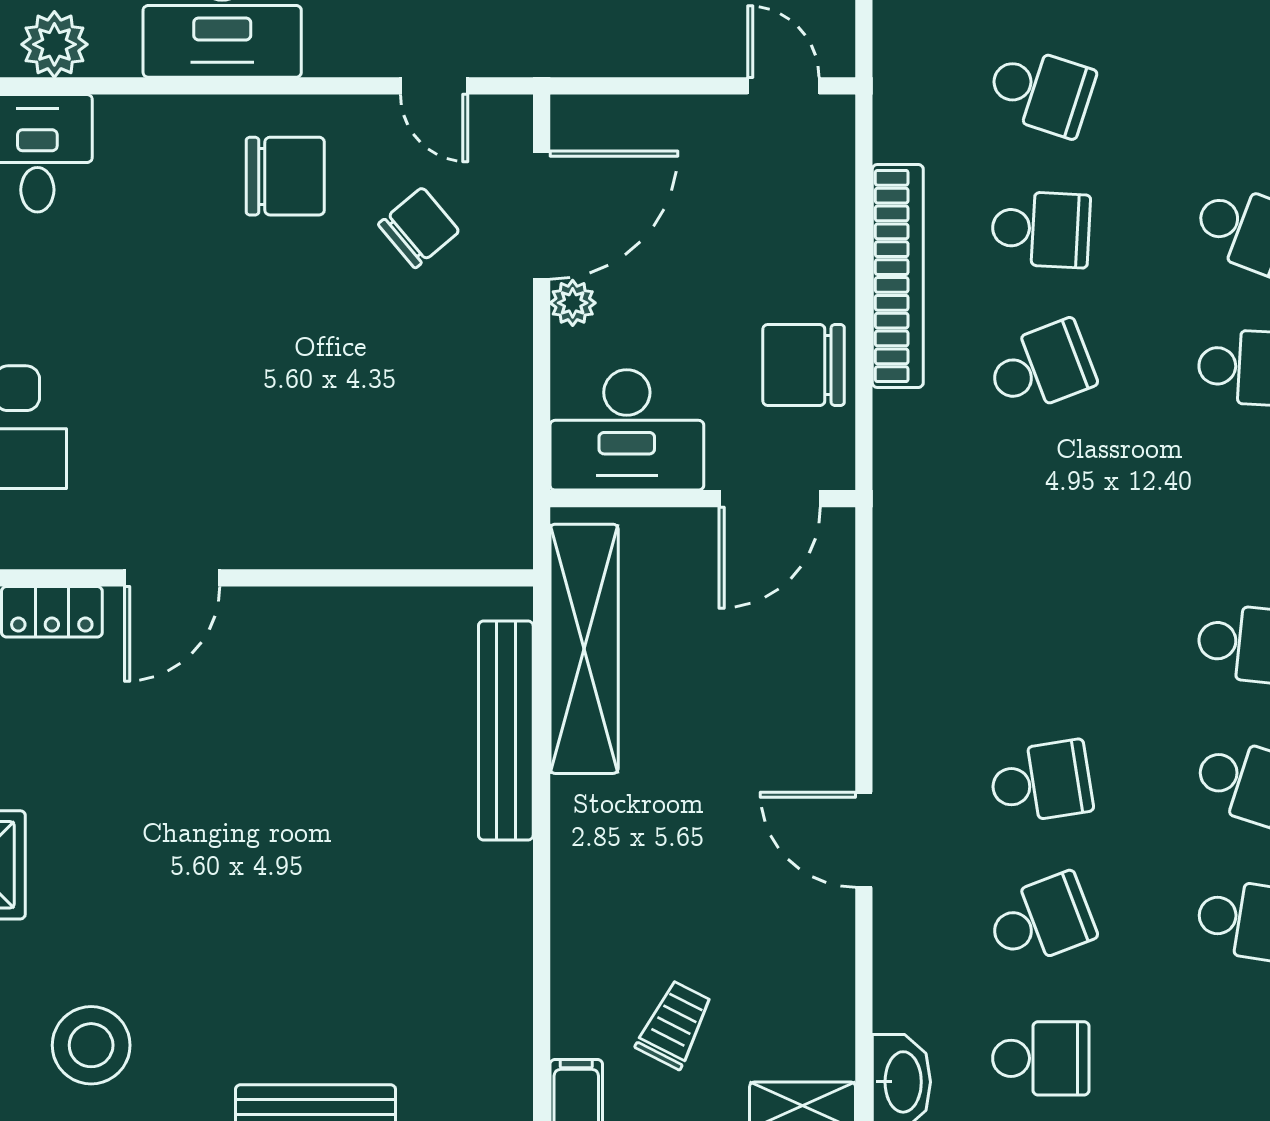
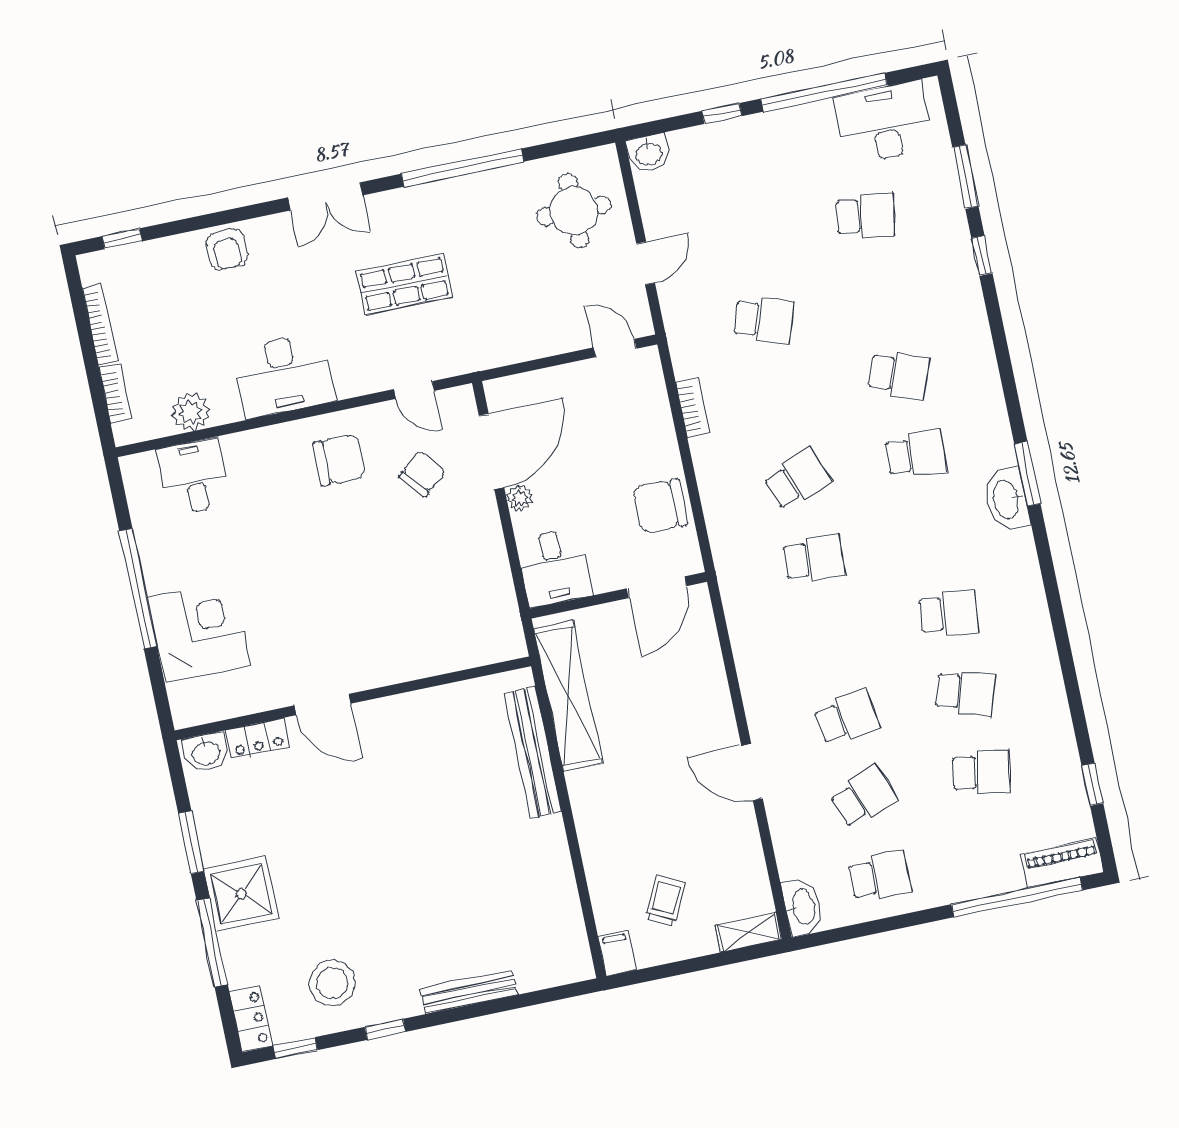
school desk: (1041, 229) -> (814, 559), moved
bookcase: (898, 276) -> (693, 408), width x0.43, depth x0.76
desk: (627, 430) -> (554, 567), width x0.73
door: (172, 578) -> (323, 705), hinge flipped

